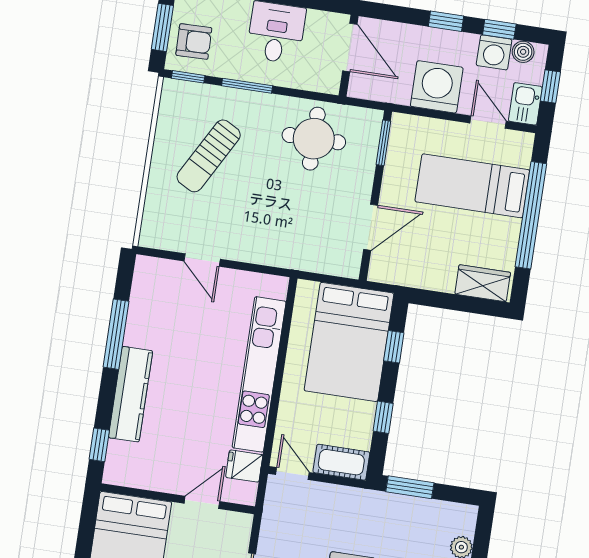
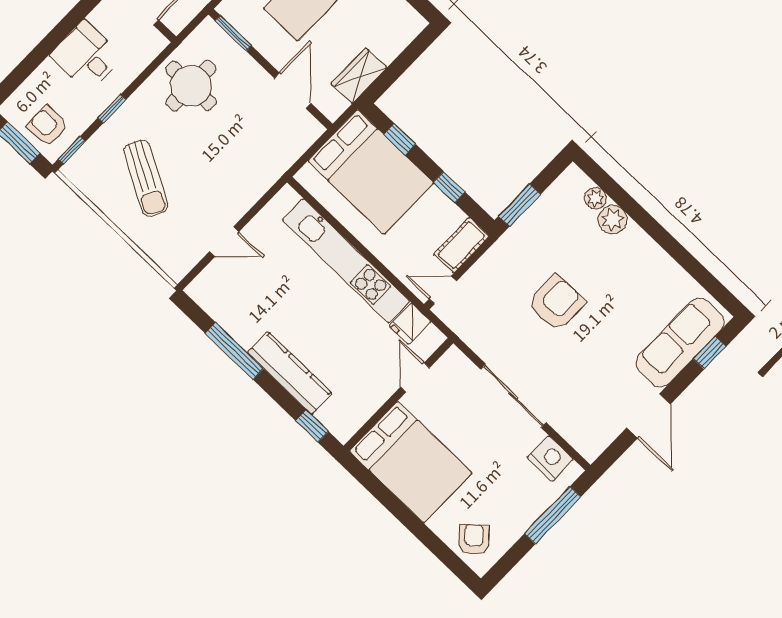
armchair: (194, 41) -> (47, 126), turned -89
window: (247, 86) -> (112, 109), width x0.67
wardrobe: (483, 283) -> (359, 76), moved

